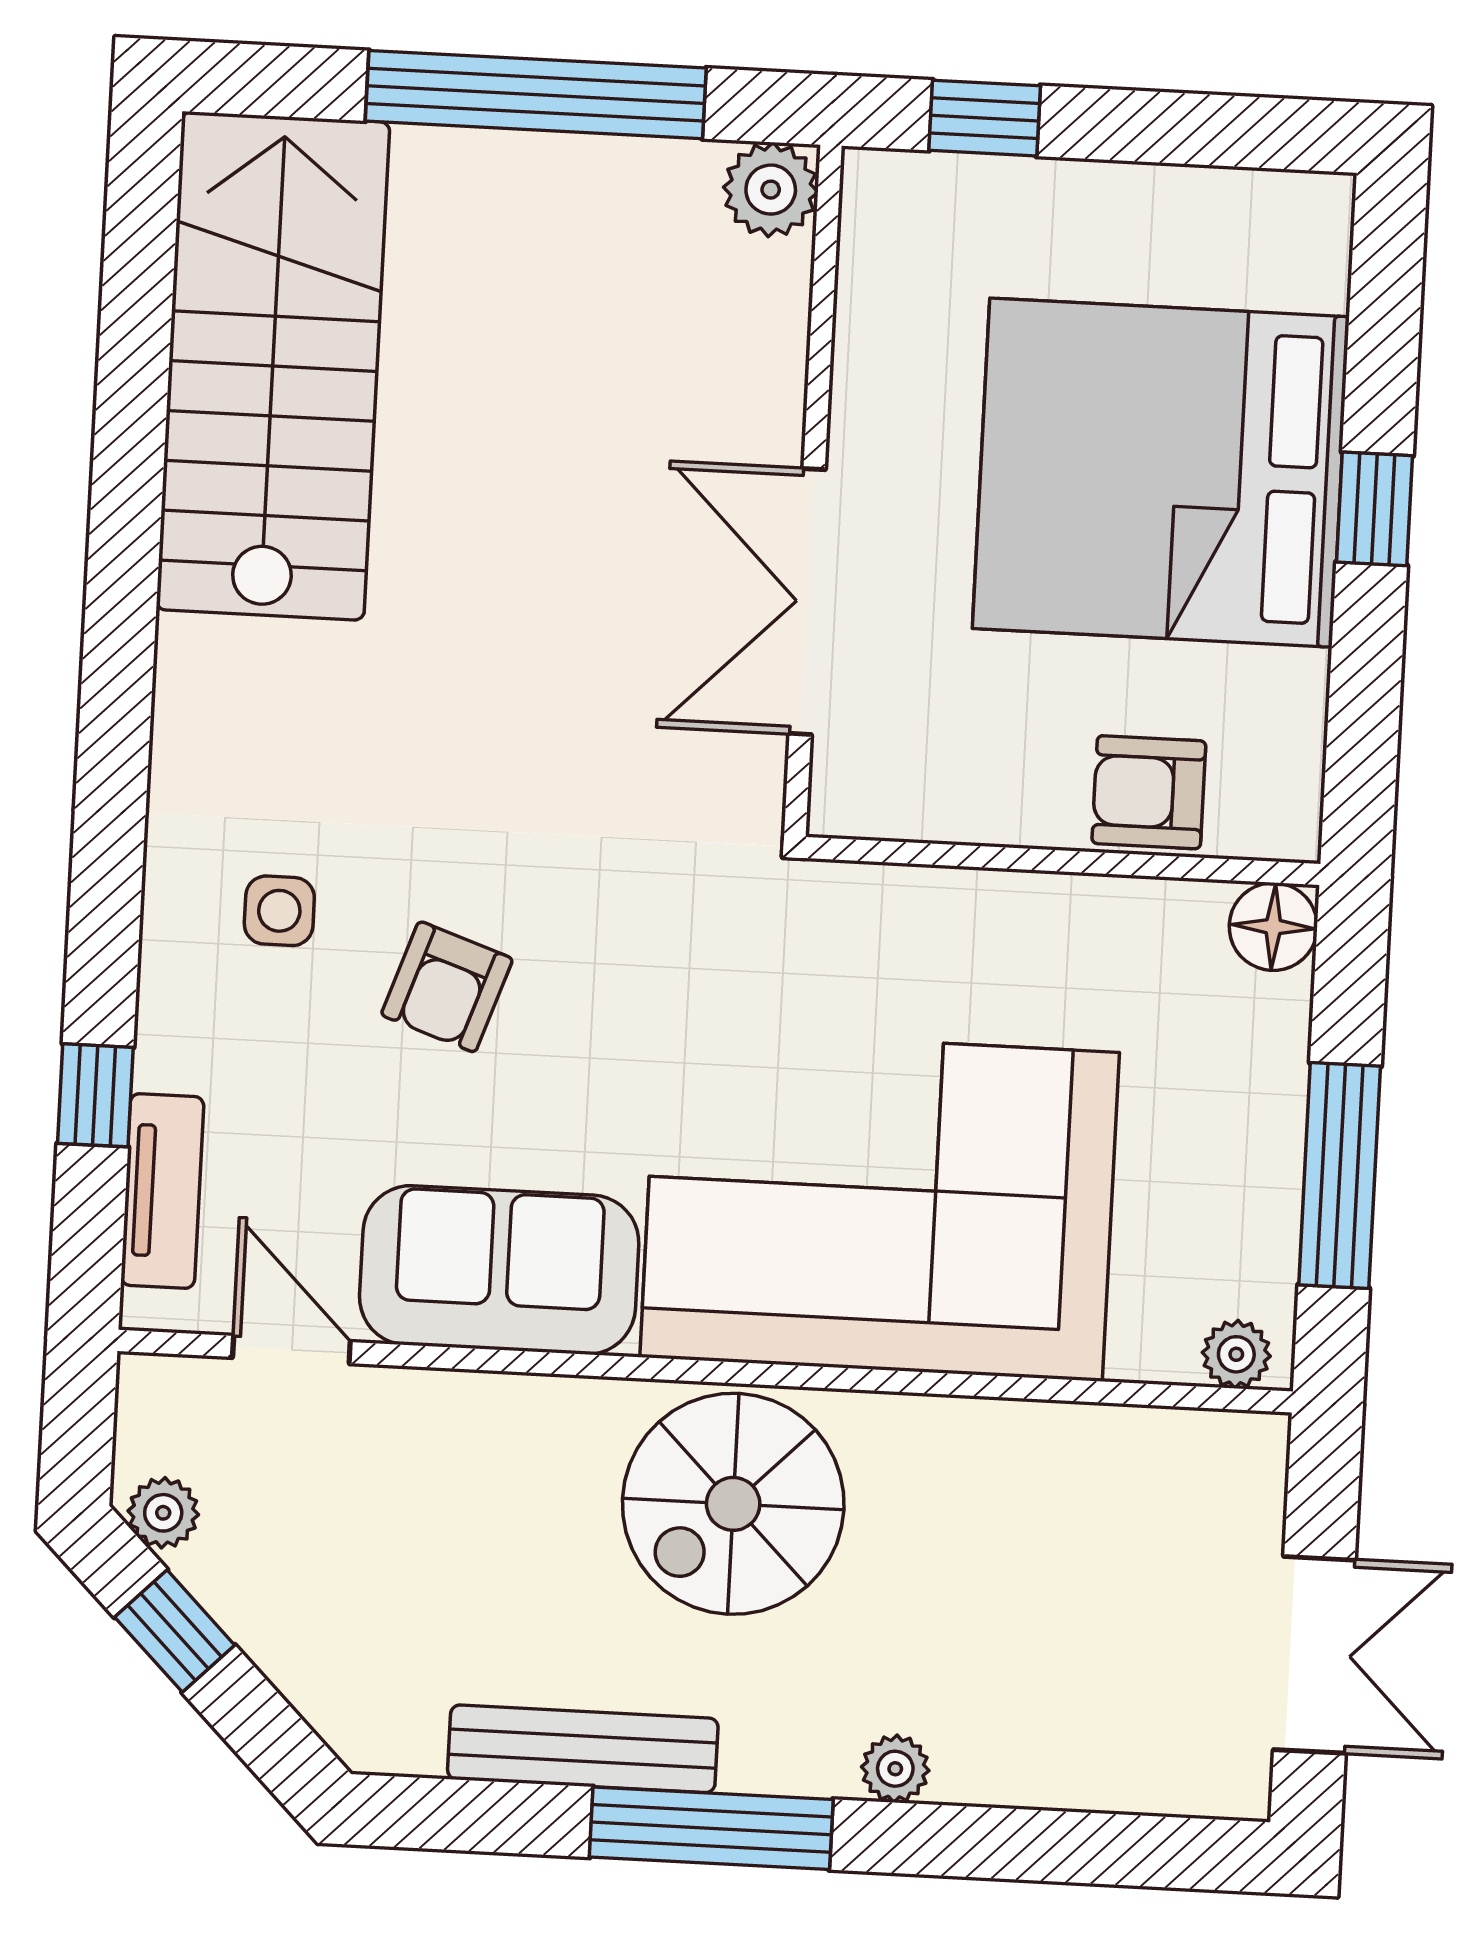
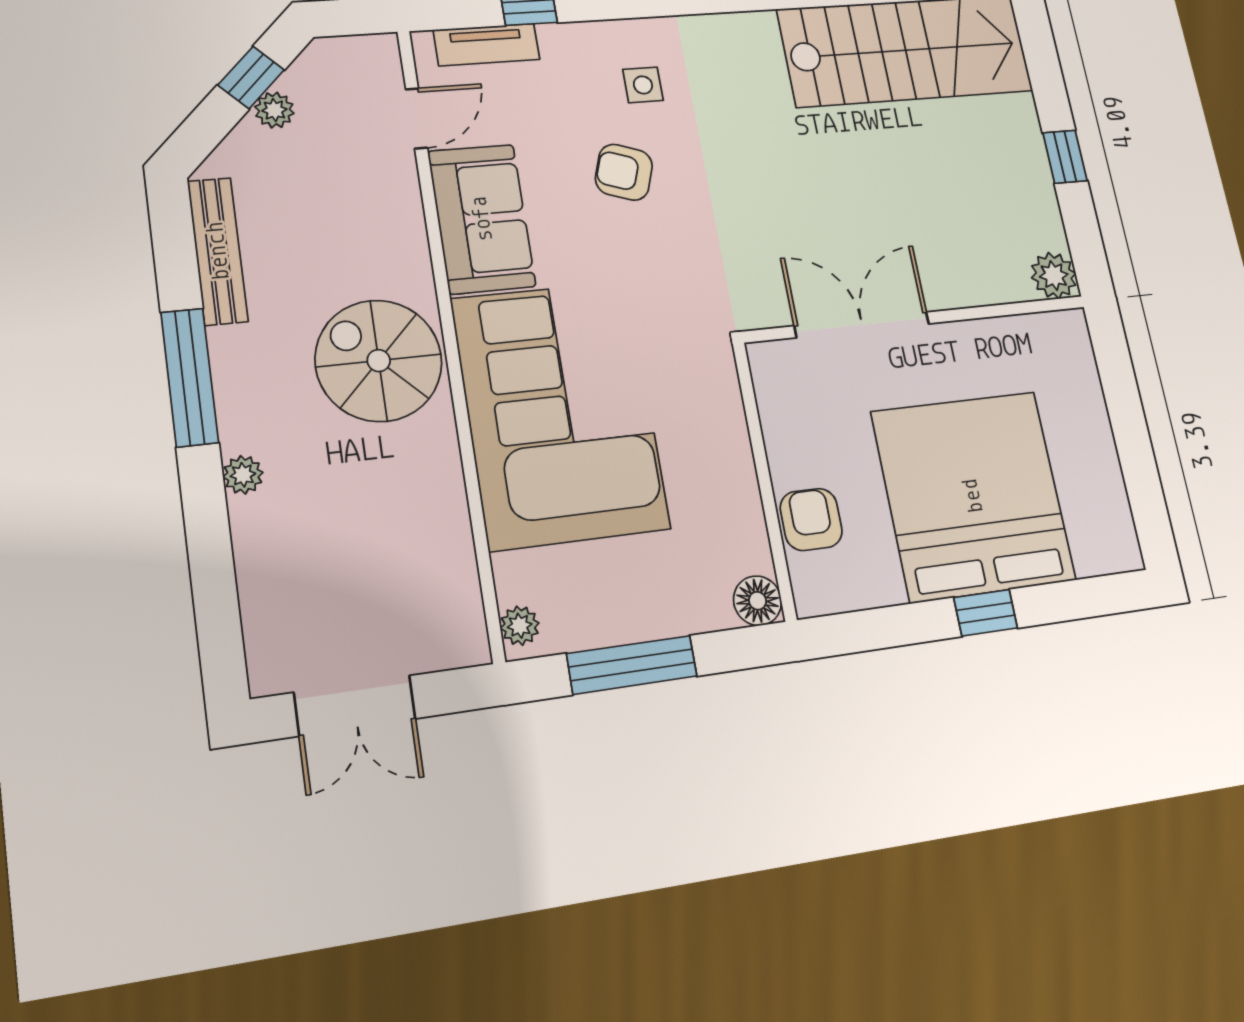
window: (536, 95) -> (1065, 157), width x0.32
window: (985, 118) -> (1117, 375), removed
plant: (163, 1513) -> (274, 110), moved
bench: (583, 1749) -> (218, 251), moved

